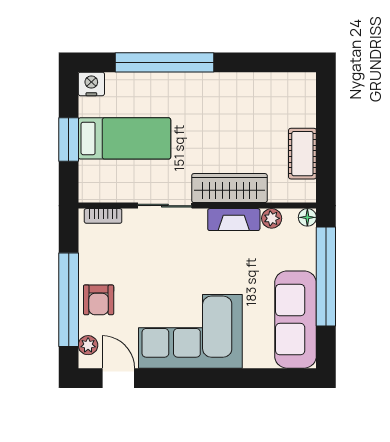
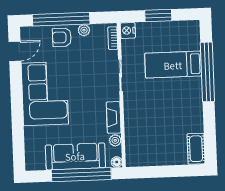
nightstand: (91, 84) -> (128, 30), moved, turned 180
bed: (124, 138) -> (173, 65), moved, turned 90
cot: (302, 154) -> (196, 149), moved, turned 90
wardrobe: (229, 188) -> (133, 114), removed
sofa: (296, 320) -> (75, 156), moved
plant: (88, 345) -> (84, 30), moved

